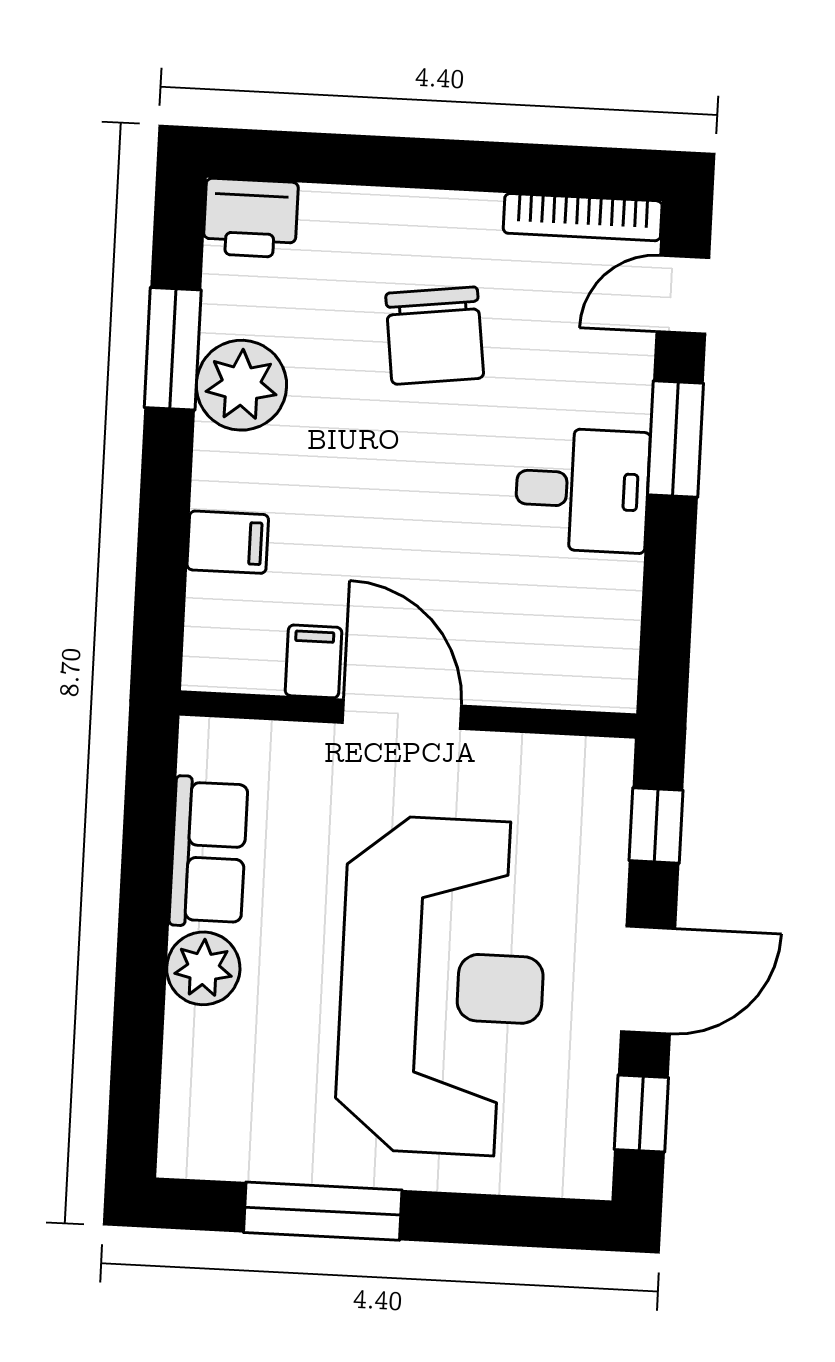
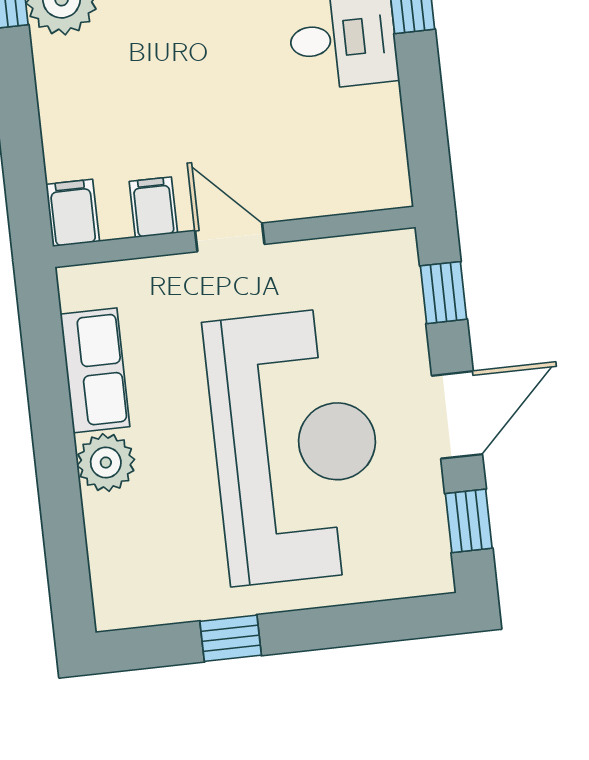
filing cabinet: (228, 542) -> (73, 213), moved, turned -90
door: (402, 714) -> (230, 237), width x0.73
window: (323, 1211) -> (231, 638), width x0.46

